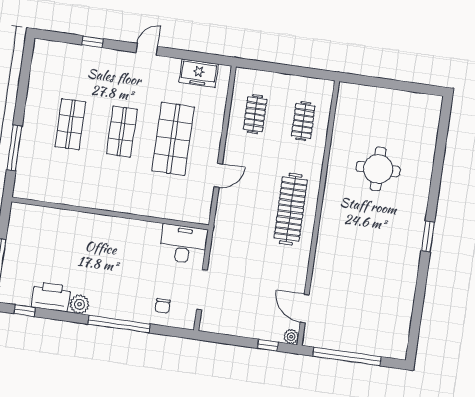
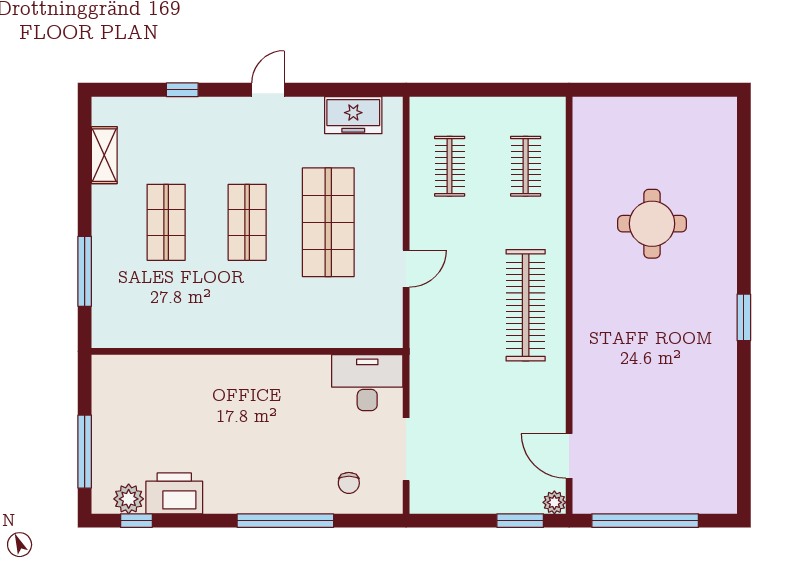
shelving: (37, 76) -> (104, 155), added
plant: (79, 304) -> (129, 499), moved
window: (268, 345) -> (520, 521), width x1.50

